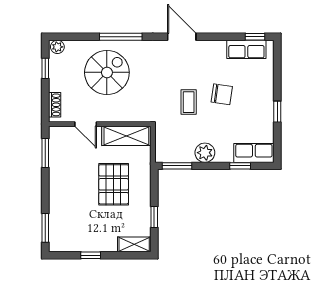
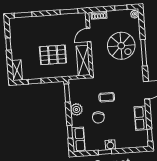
row of seats: (246, 49) -> (141, 118), moved
chair: (222, 94) -> (98, 117), moved
water cooler: (266, 102) -> (110, 145), added

